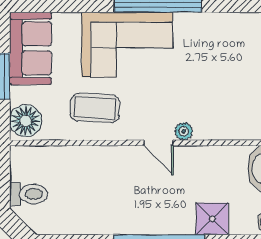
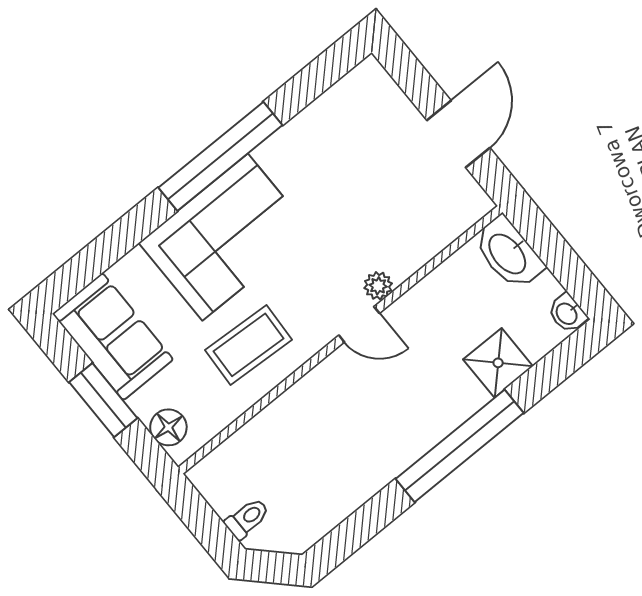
floor lamp: (26, 121) -> (168, 427), width x0.73, depth x0.73
toilet: (29, 194) -> (247, 518), width x0.73, depth x0.72

